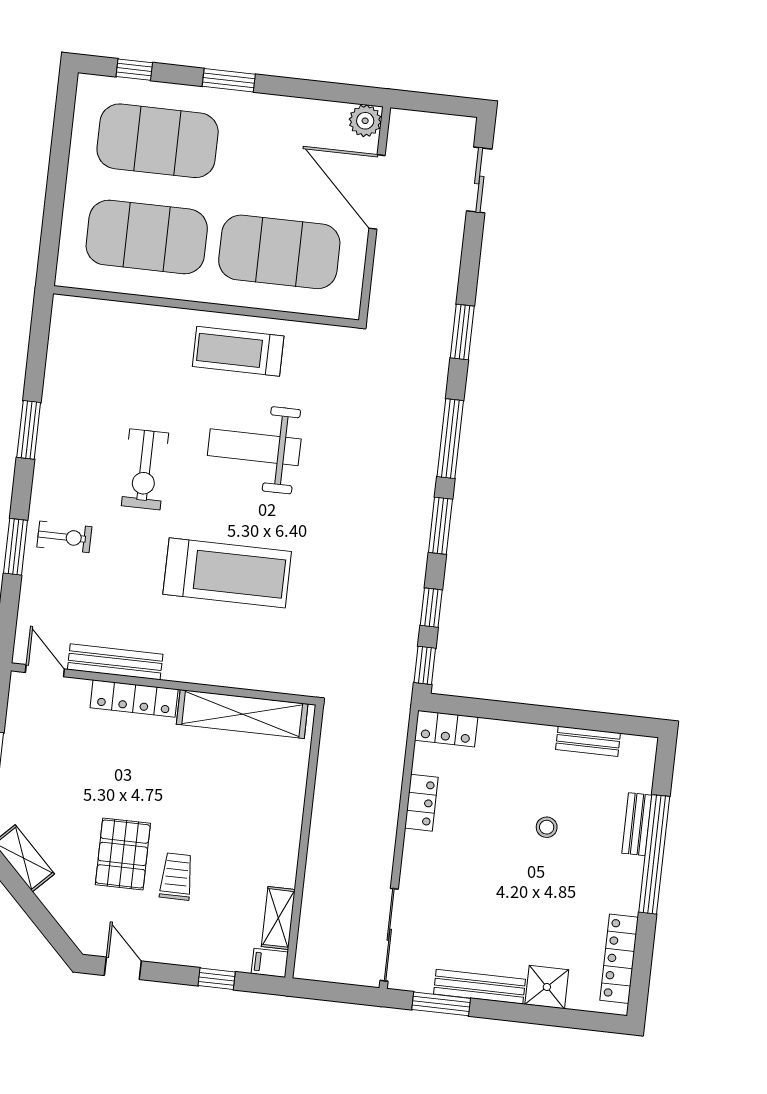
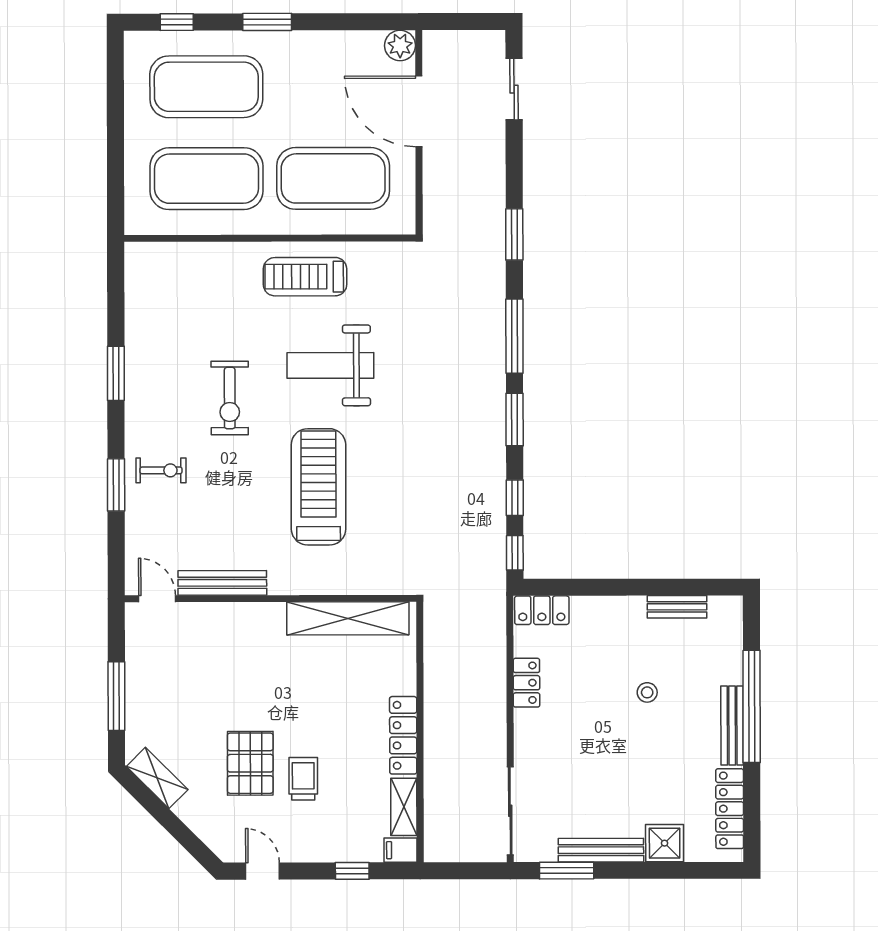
treadmill: (227, 573) -> (318, 487), turned -90
locker: (134, 698) -> (403, 735), moved, turned 90
bench: (637, 824) -> (732, 725), moved, width x1.36

